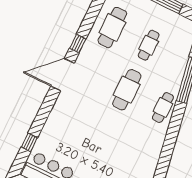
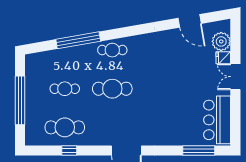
window: (78, 44) -> (69, 150), moved
window: (29, 142) -> (199, 150), width x2.17

